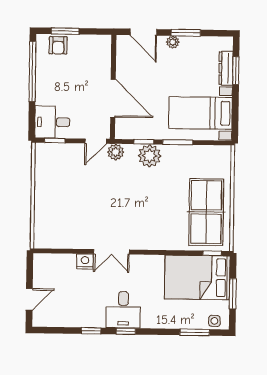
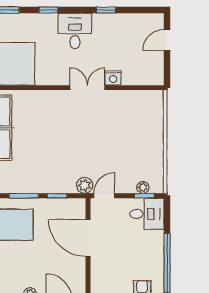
plant: (150, 156) -> (143, 187), moved, width x0.53, depth x0.53
window: (126, 331) -> (48, 10), moved

